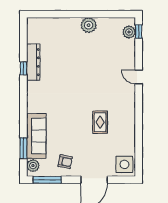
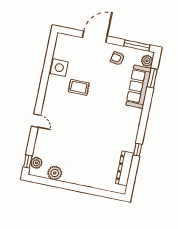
plant: (89, 25) -> (55, 173), moved
dresser: (33, 62) -> (125, 168), moved
rug: (100, 122) -> (79, 87), turned 90
side table: (124, 164) -> (59, 68), moved

